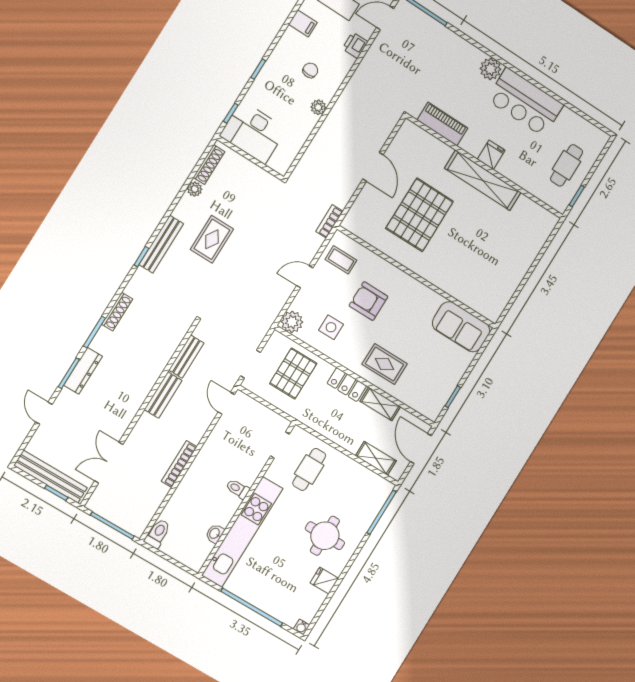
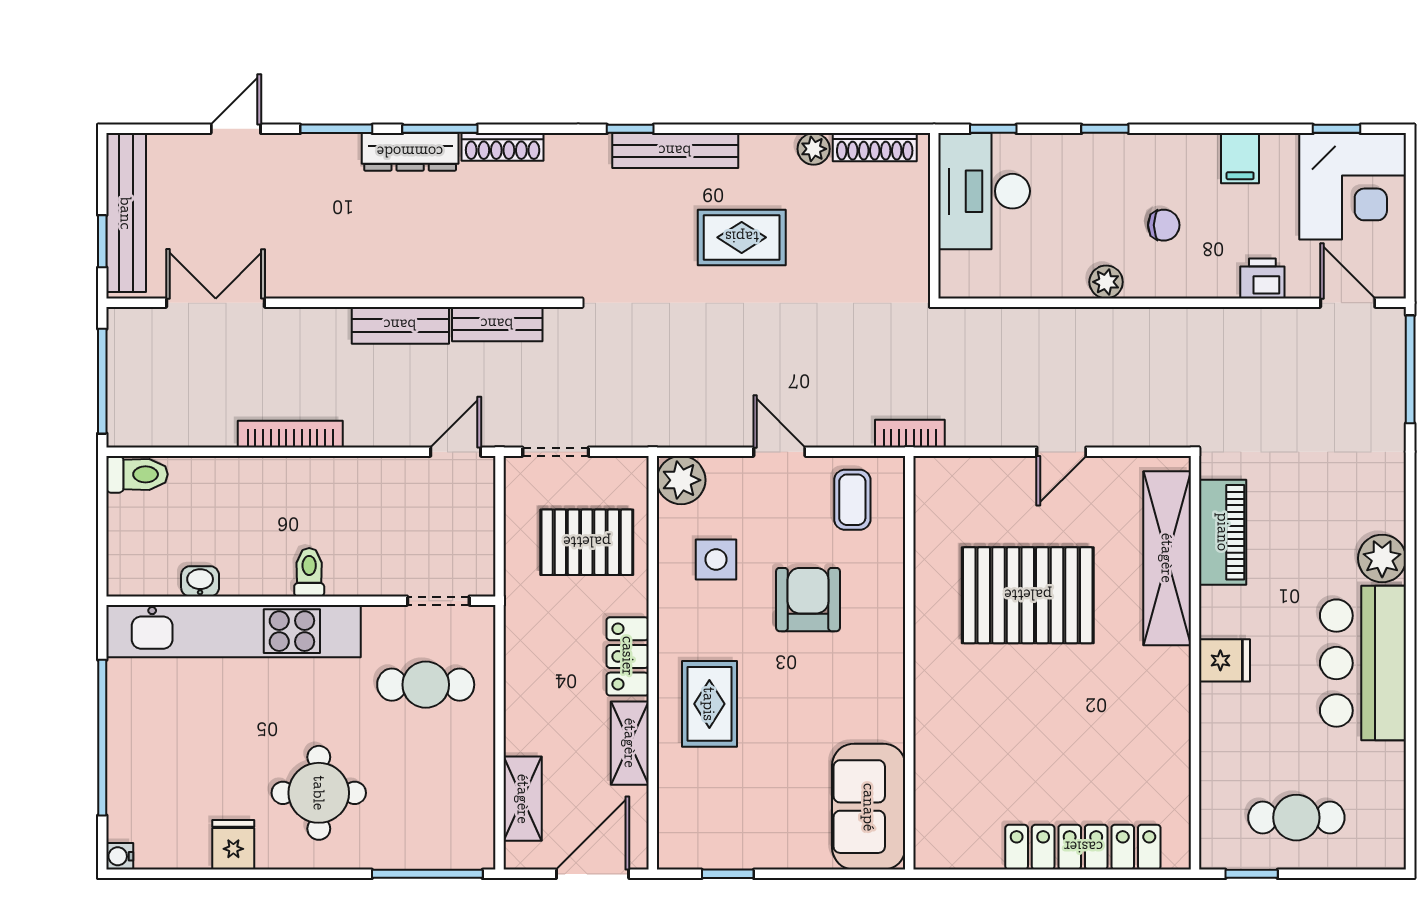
door: (373, 167) -> (1061, 452), width x0.73
shelving: (483, 180) -> (1167, 558), moved
locker: (527, 254) -> (1083, 847), added
dresser: (83, 371) -> (410, 152), moved

